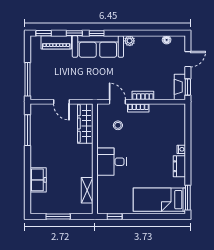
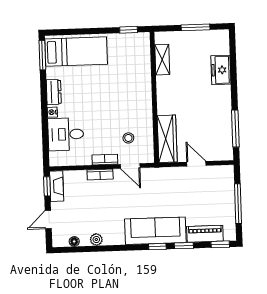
plant: (130, 41) -> (96, 240), moved
window: (28, 79) -> (238, 204), moved
desk: (112, 162) -> (66, 134), moved, turned 180

